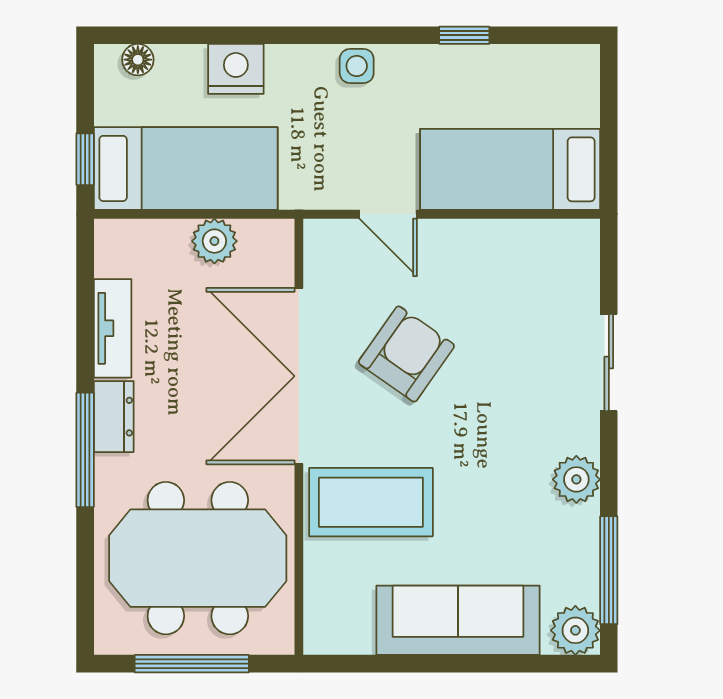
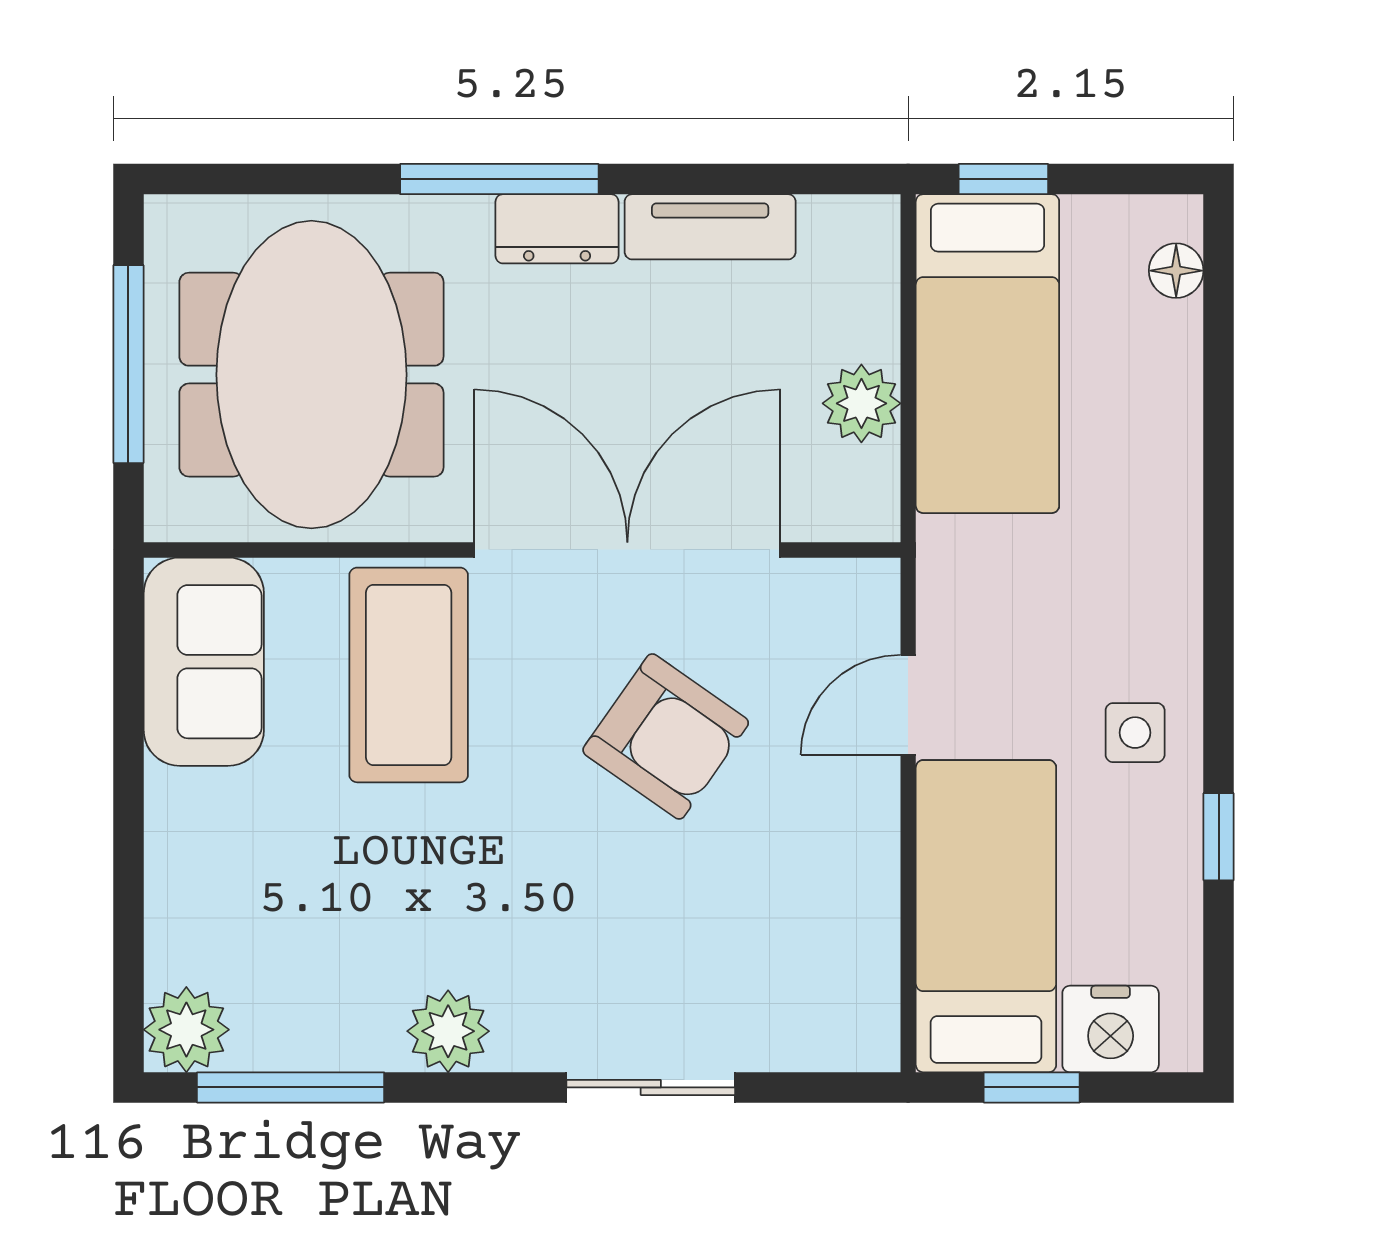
side table: (357, 66) -> (1135, 733), moved
nightstand: (236, 69) -> (1111, 1029), moved, turned 90
window: (609, 143) -> (1032, 1087), added
sofa: (458, 620) -> (204, 662), moved, width x0.73

